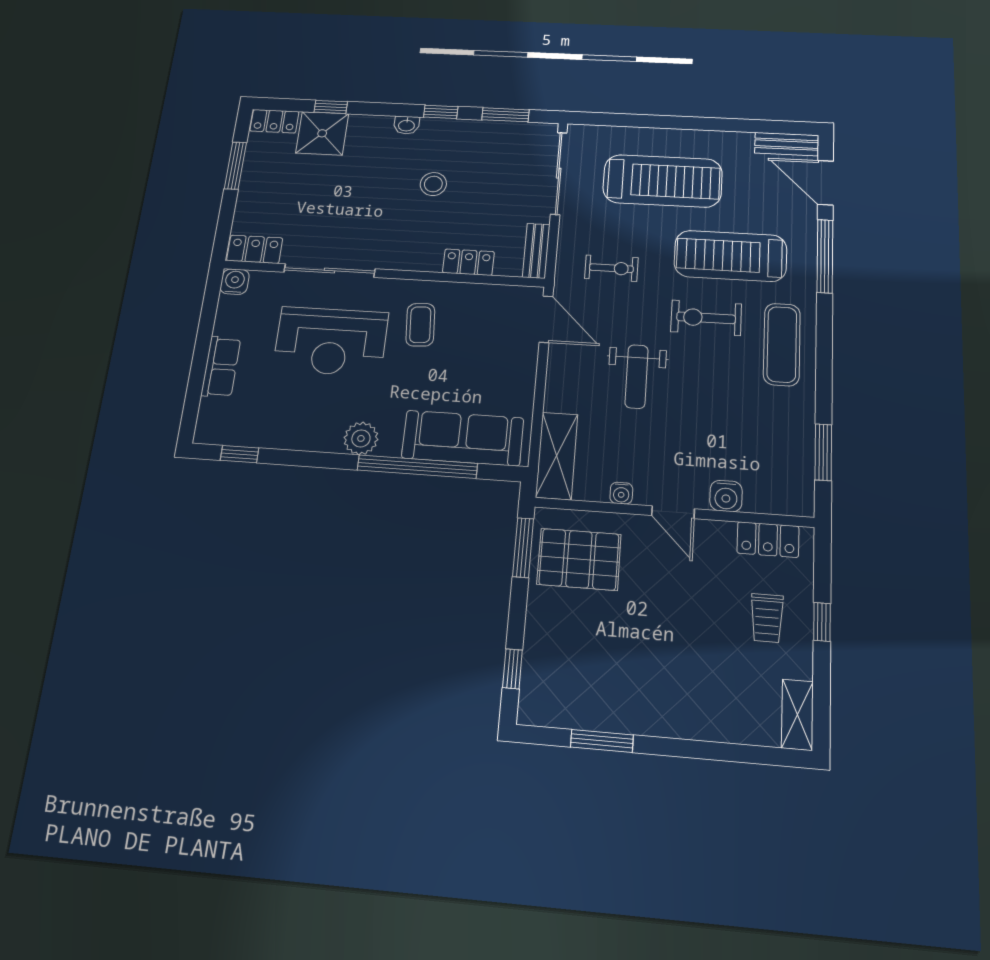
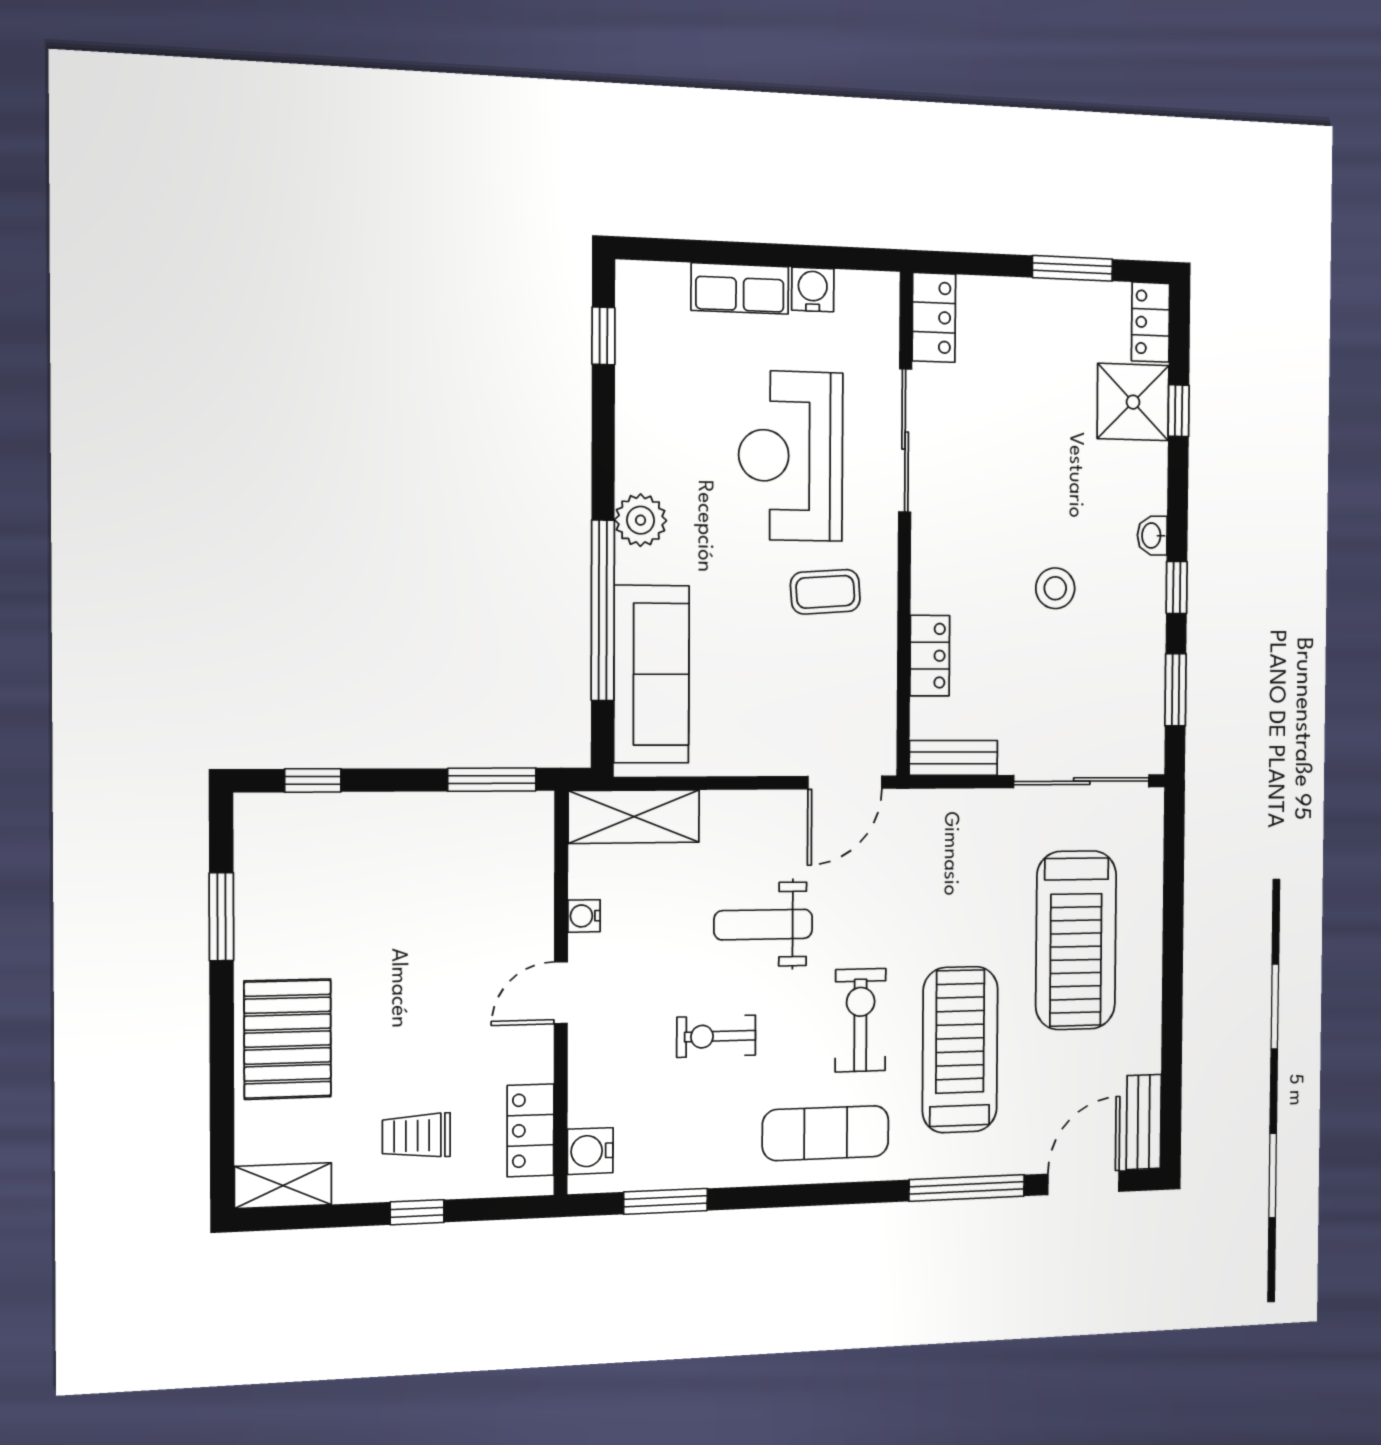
exercise bike: (611, 268) -> (716, 1036), moved, turned 90
water cooler: (235, 282) -> (813, 290), moved, turned -90
water cooler: (726, 496) -> (590, 1151), moved
pallet: (579, 559) -> (288, 1039), moved

